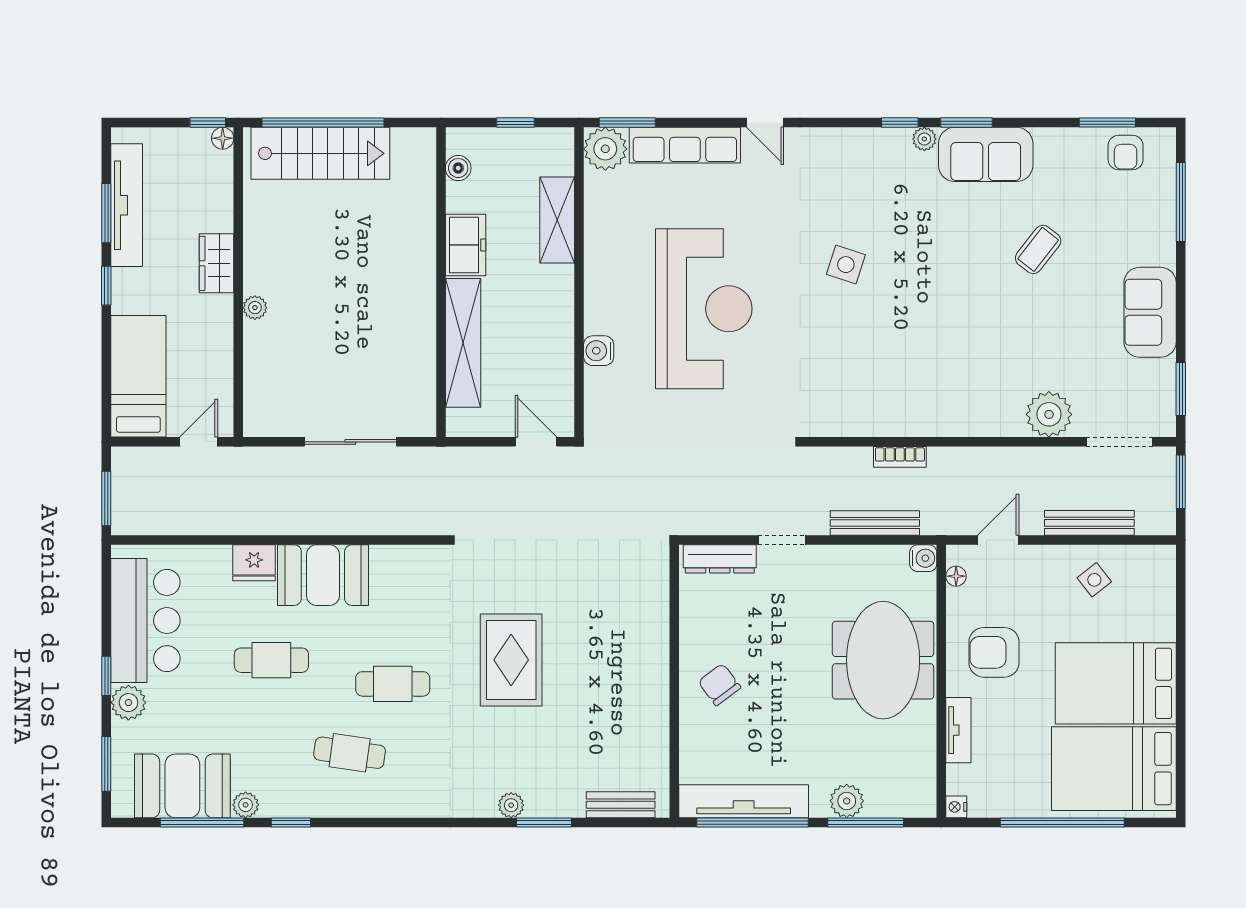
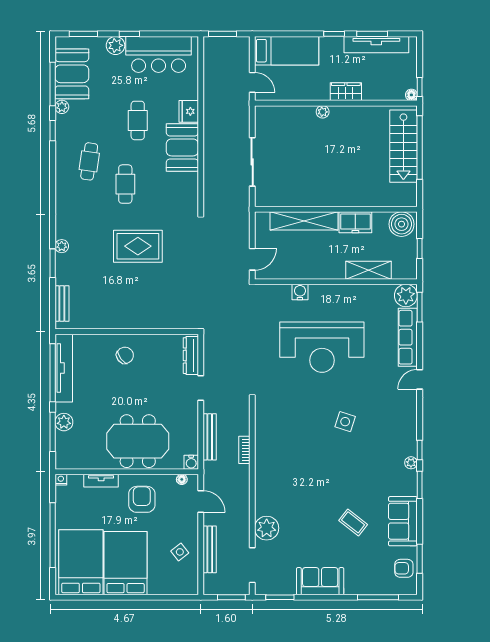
sofa: (986, 154) -> (403, 521), moved
boiler: (458, 168) -> (402, 224), width x1.86, depth x1.86

